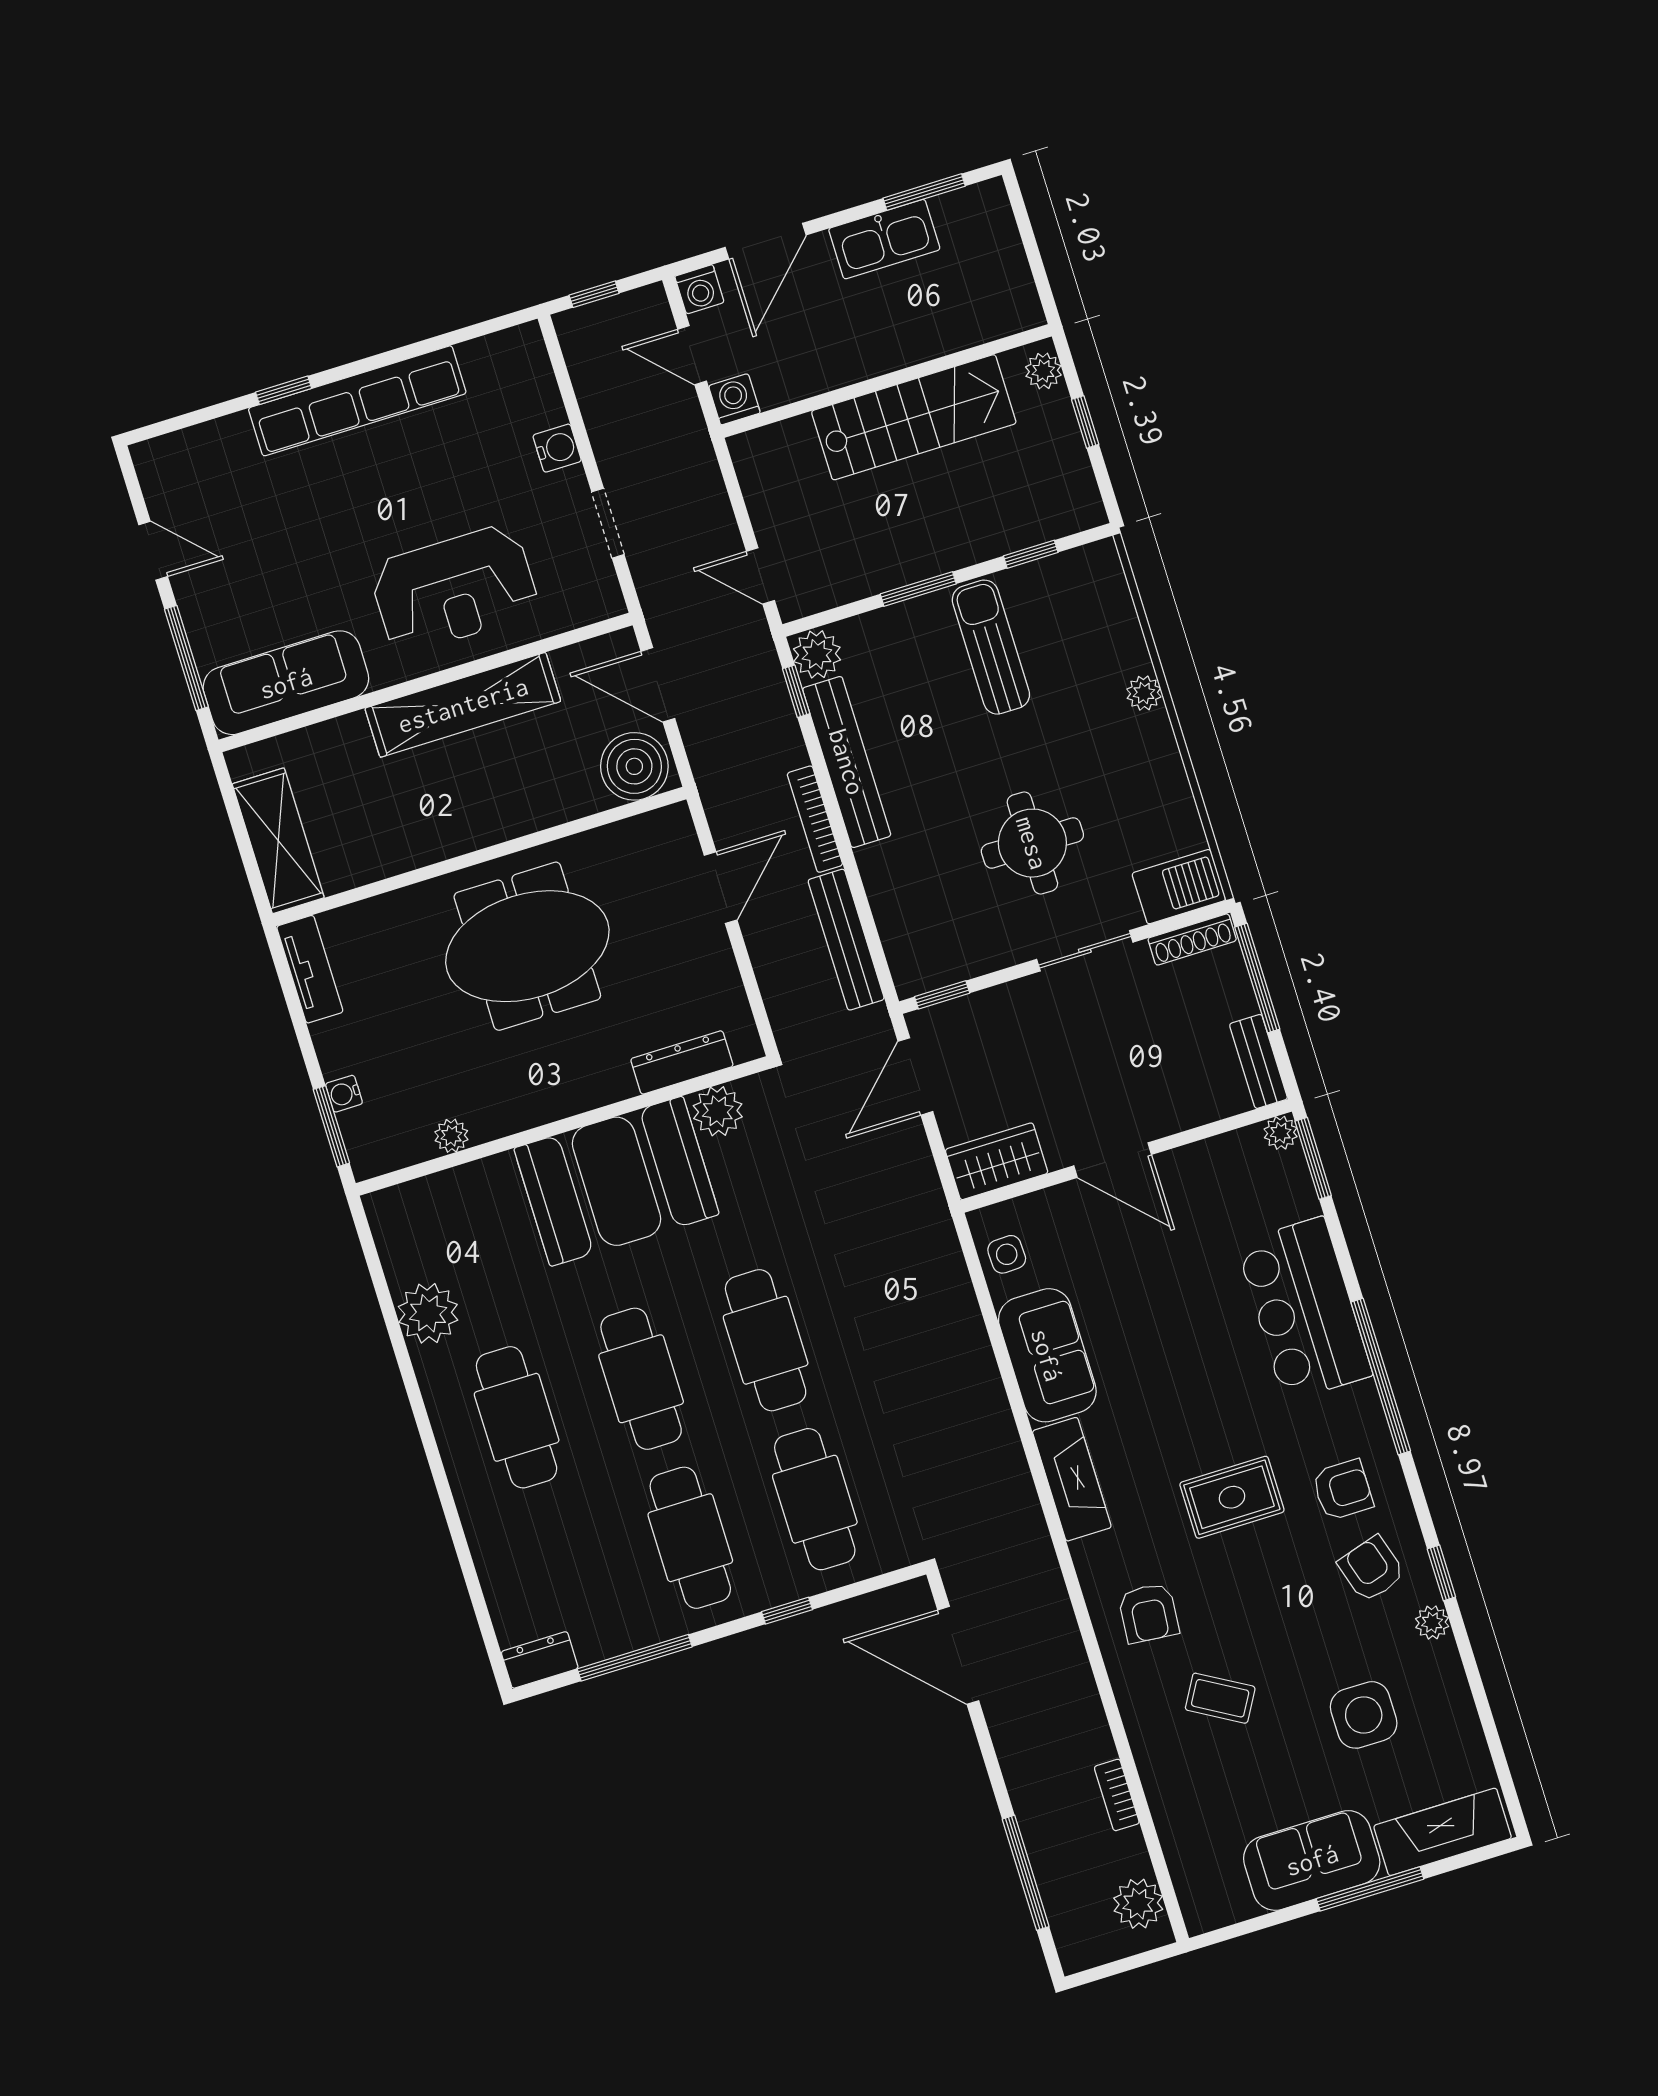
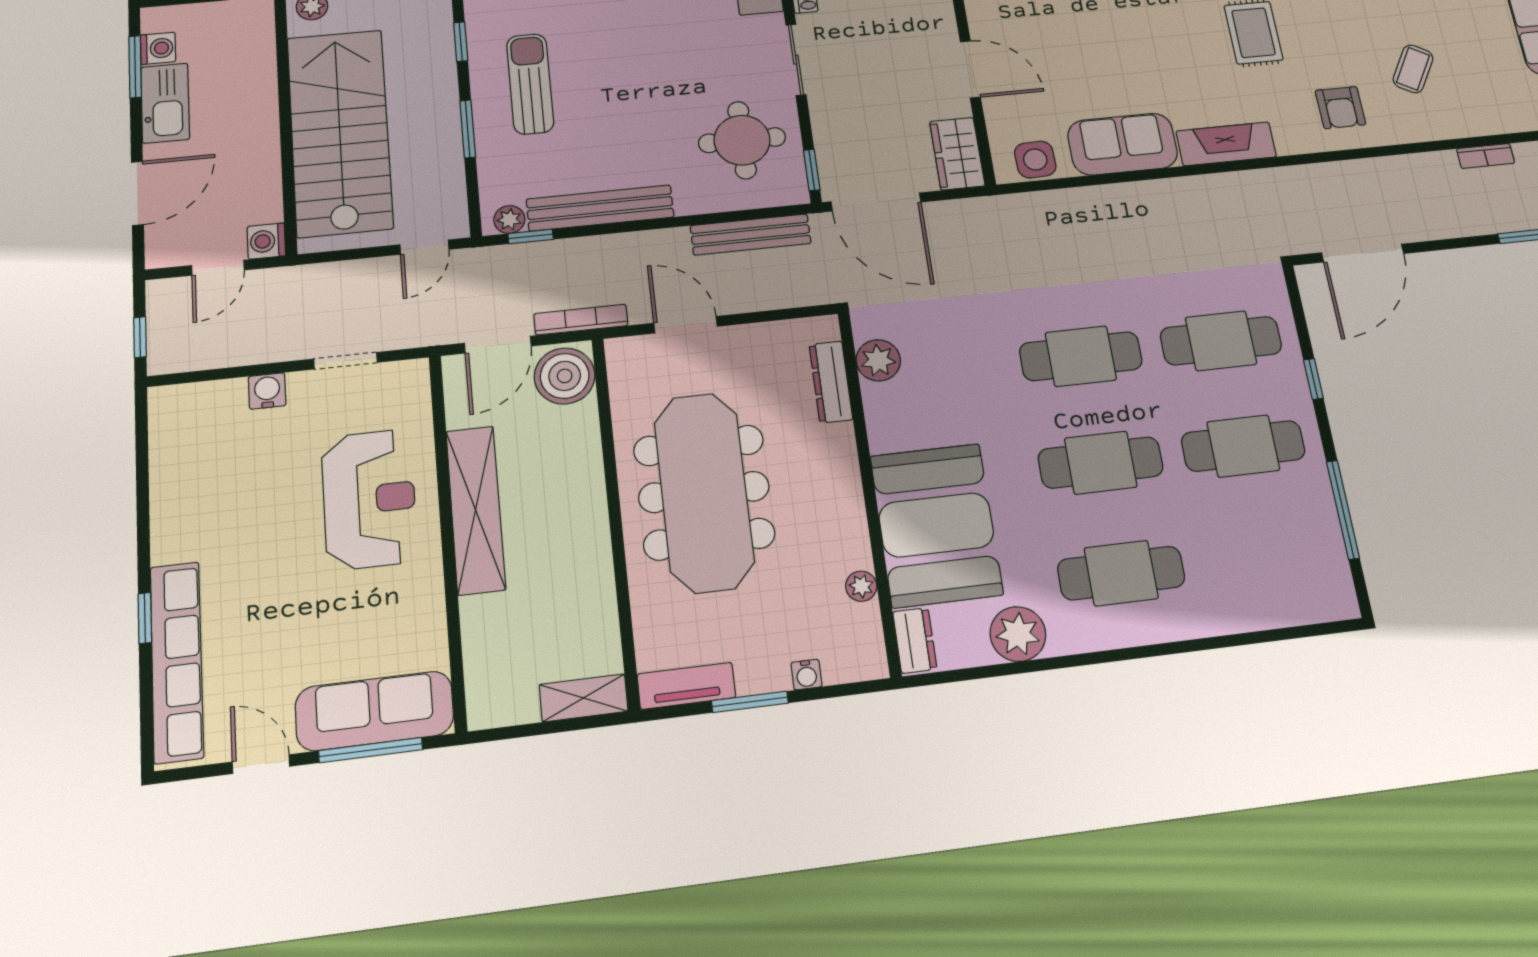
door: (766, 241) -> (137, 193), hinge flipped
washing machine: (699, 289) -> (158, 48), moved
row of seats: (357, 401) -> (177, 661), moved
stairs: (914, 417) -> (340, 132), width x1.36, depth x1.51
door: (153, 551) -> (261, 764), hinge flipped
sun lounger: (991, 647) -> (530, 84), turned 90
plant: (817, 654) -> (509, 220), width x0.73, depth x0.73
sofa: (286, 683) -> (375, 711), moved, turned 90
bookcase: (815, 819) -> (581, 320), moved, turned 180
shelving: (278, 841) -> (584, 698), width x0.67, depth x0.75
round table: (1032, 843) -> (742, 140), moved
meeting table: (527, 946) -> (704, 492), width x1.36
door: (915, 1076) -> (876, 202), width x1.36
window: (331, 1126) -> (750, 702), moved
door: (1113, 1160) -> (970, 69), hinge flipped
booth: (616, 1181) -> (936, 525), moved
side table: (1007, 1254) -> (1035, 160), width x1.37, depth x1.37
armchair: (1149, 1613) -> (1340, 108), turned 85
dresser: (540, 1660) -> (915, 640), moved, turned 180

